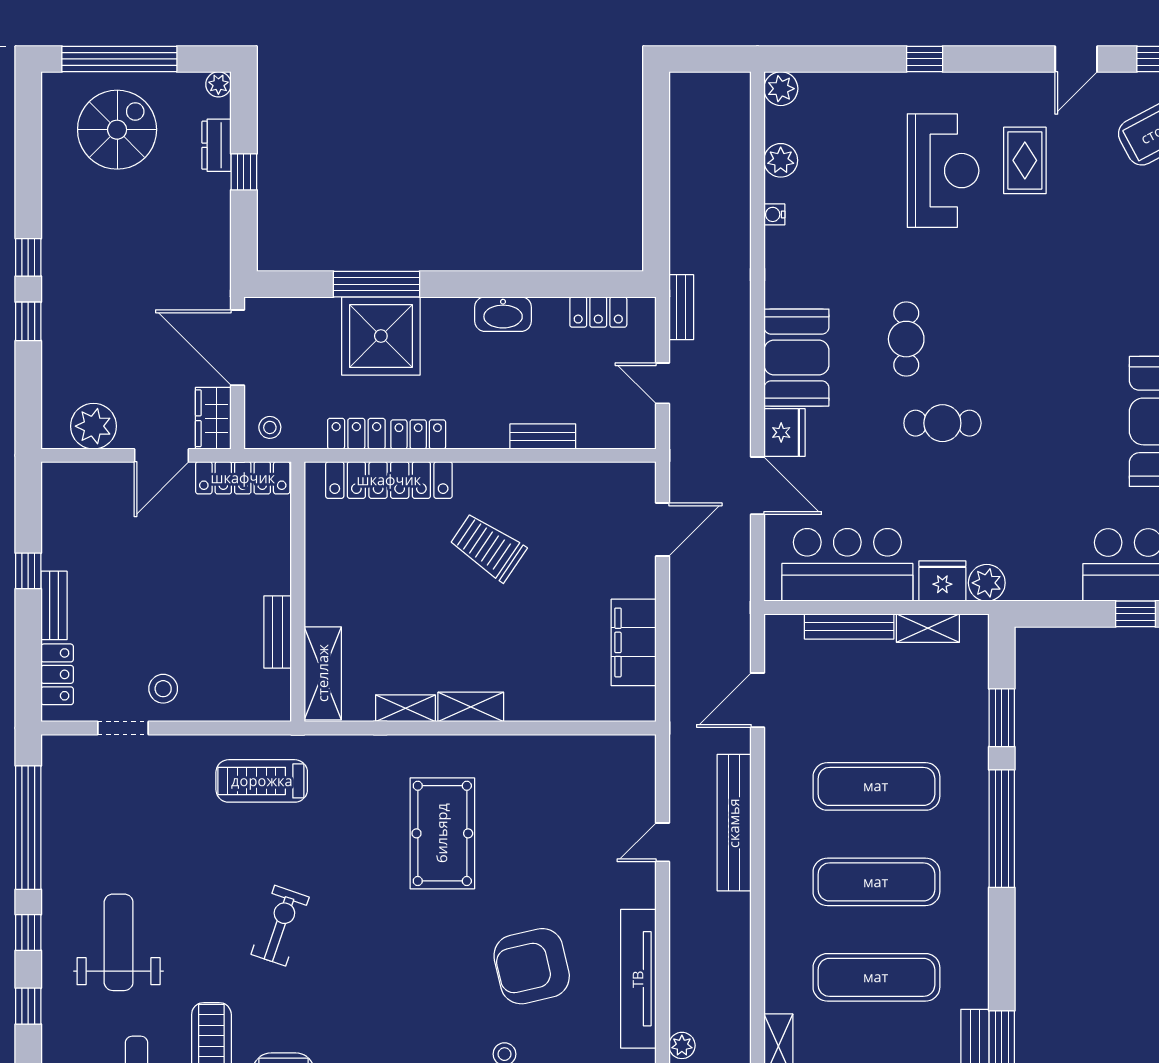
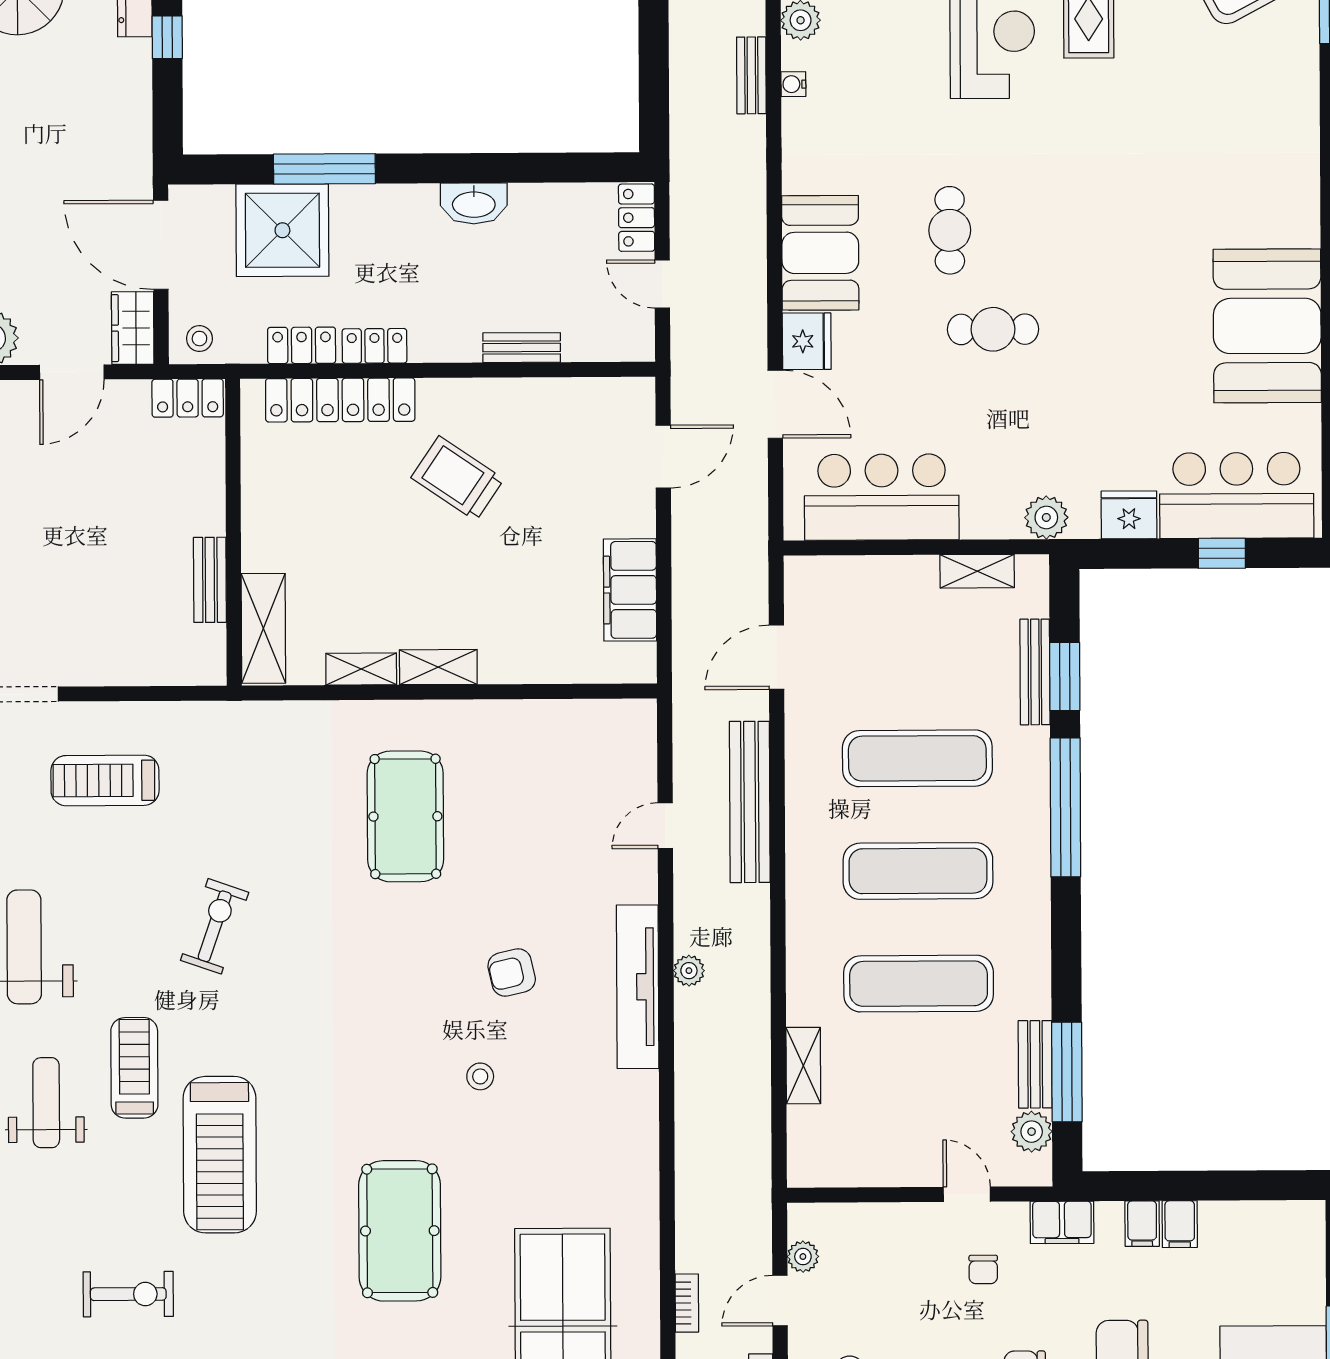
bench: (681, 307) -> (751, 75), moved
locker: (598, 312) -> (637, 218), moved, turned 90
shower: (381, 336) -> (282, 230), moved
locker: (243, 478) -> (188, 398), width x0.66
fridge: (942, 581) -> (1129, 515), moved
bench: (849, 626) -> (1035, 672), moved, turned 90
stool: (163, 689) -> (75, 647), removed
treadmill: (262, 781) -> (105, 780), moved
armchair: (532, 966) -> (512, 972), width x0.53, depth x0.53
plant: (682, 1045) -> (689, 971), moved

